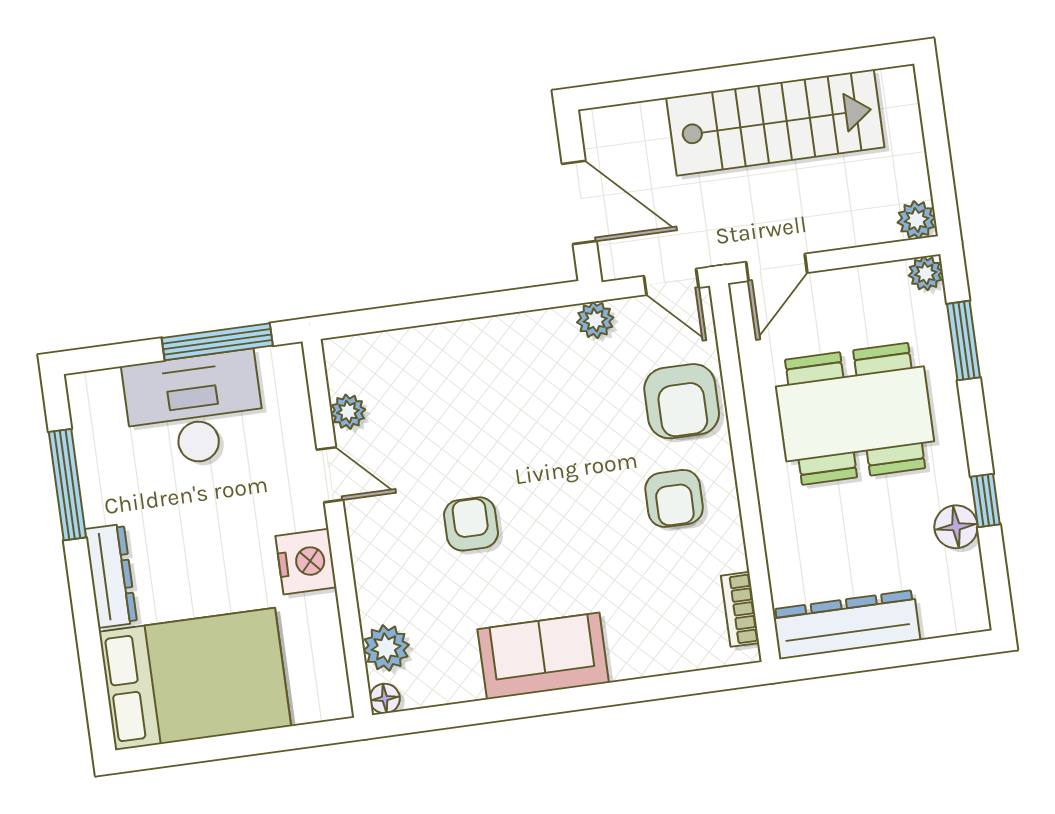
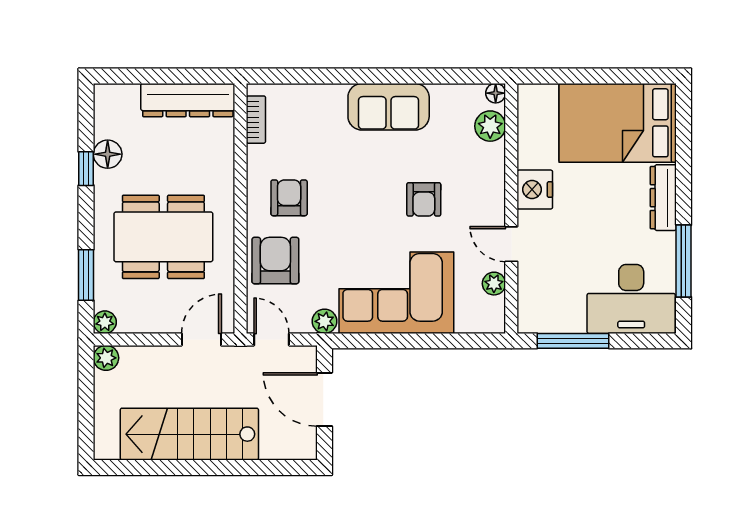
corner sofa: (493, 378) -> (396, 293), added
desk: (194, 409) -> (631, 299), moved

